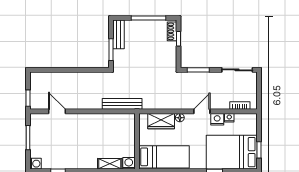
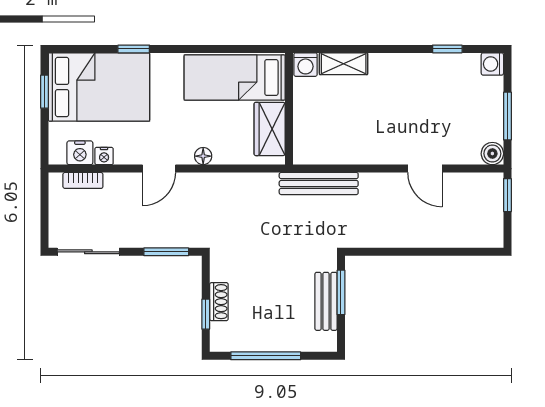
shoe rack: (172, 31) -> (219, 302), moved
bench: (118, 34) -> (326, 301), moved
door: (57, 111) -> (425, 169), moved
boiler: (35, 119) -> (492, 154), added
nightstand: (217, 119) -> (80, 153), moved
wardrobe: (161, 121) -> (270, 129), moved, turned -90

